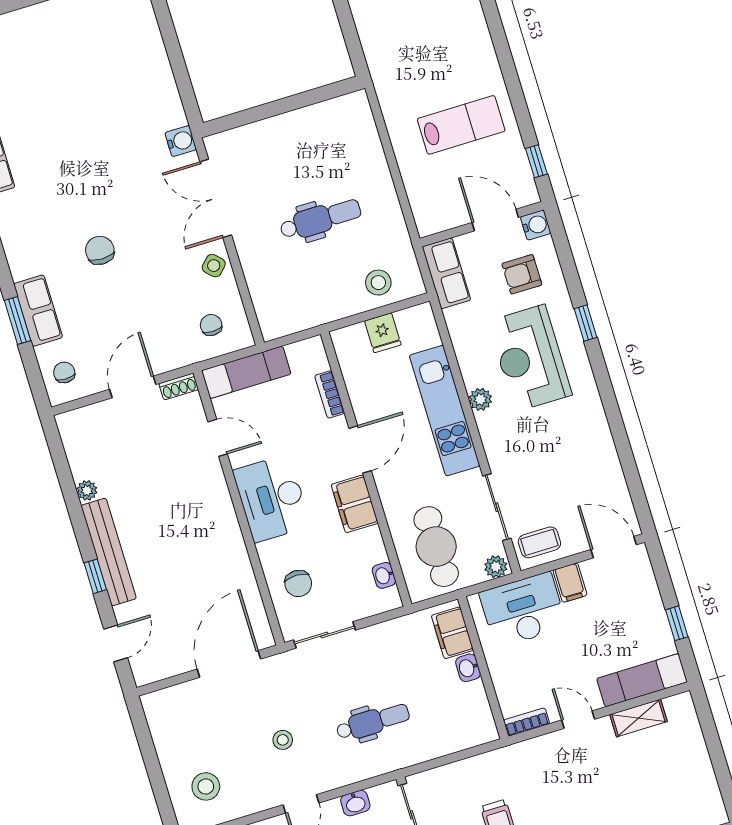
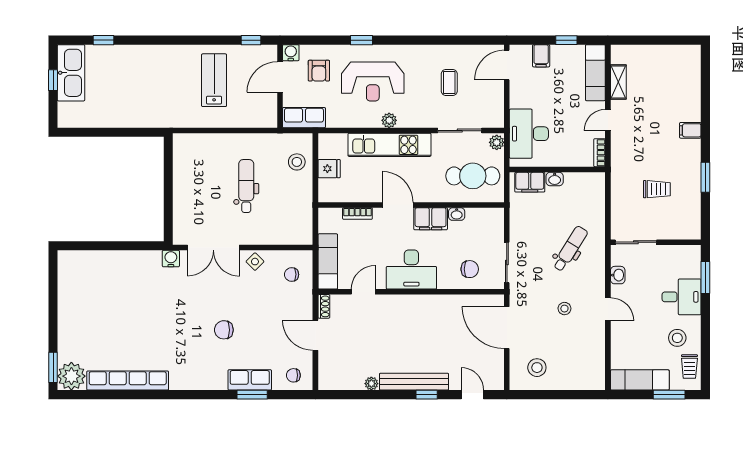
coffee table: (539, 542) -> (449, 82), moved
washbasin: (384, 575) -> (457, 214), moved
filing cabinet: (570, 583) -> (541, 56), moved, turned 90
dental chair: (373, 722) -> (570, 249), turned 32
stool: (206, 786) -> (537, 368), moved

